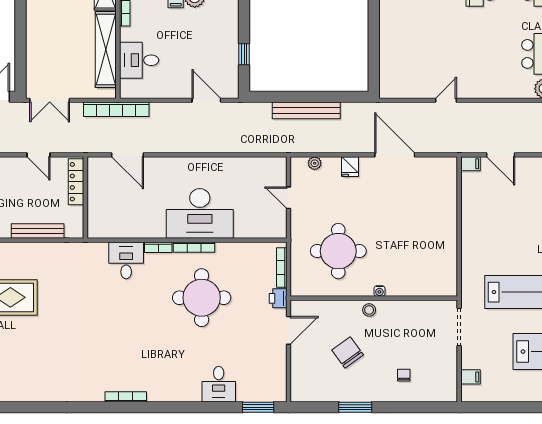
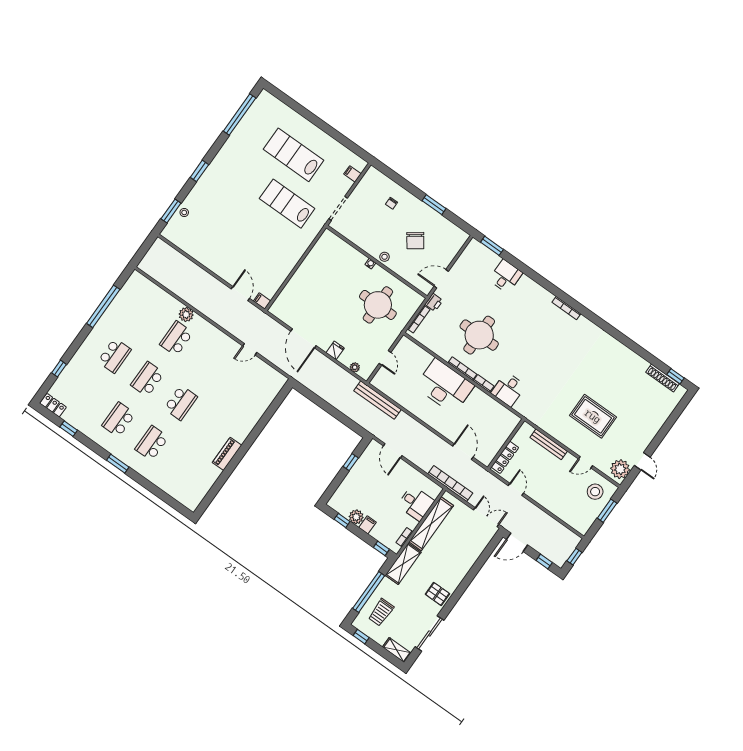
bench: (306, 110) -> (377, 400), moved

